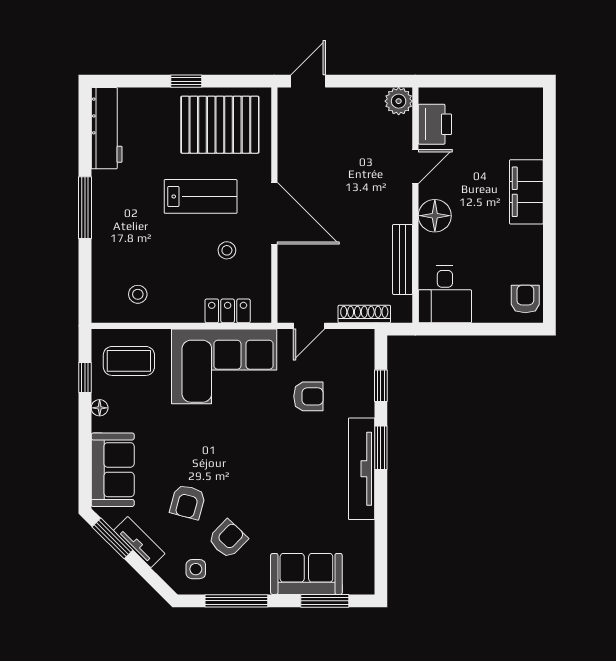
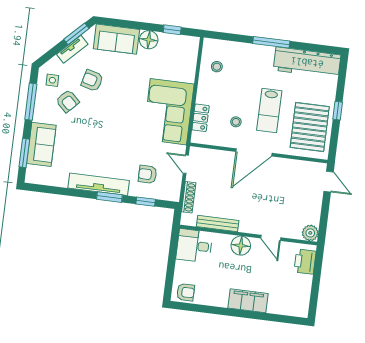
printer: (435, 124) -> (305, 262), moved, turned 90
workbench: (107, 128) -> (307, 63), width x1.36, depth x1.32
coffee table: (129, 361) -> (179, 57), removed
armchair: (308, 396) -> (148, 174), moved, turned 90
floor lamp: (100, 408) -> (149, 40), width x1.89, depth x1.89

